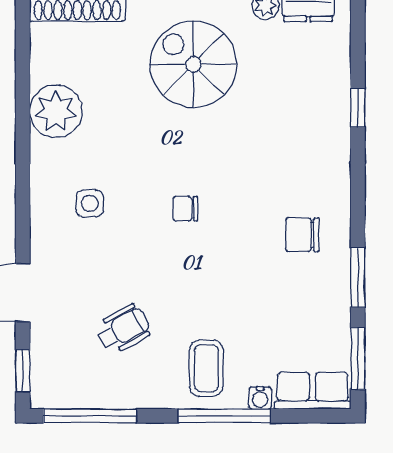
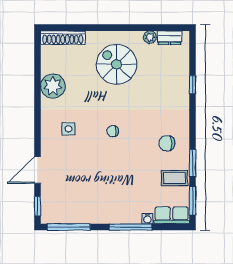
wheelchair: (123, 329) -> (84, 187), removed
coffee table: (206, 368) -> (174, 178), moved, turned 90

